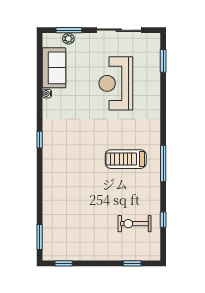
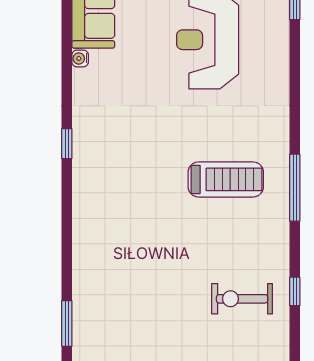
treadmill: (126, 159) -> (226, 179), turned 180

